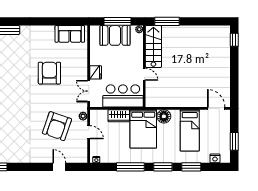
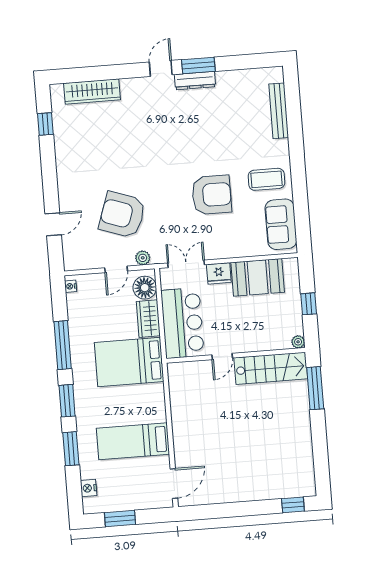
window: (118, 21) -> (309, 304), width x0.46
booth: (115, 35) -> (258, 277), moved, turned 90
coffee table: (43, 40) -> (266, 179), added
floor lamp: (164, 116) -> (145, 288), moved

